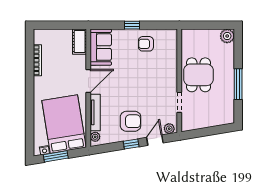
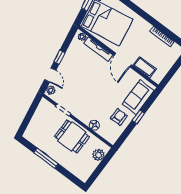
plant: (227, 36) -> (98, 155), moved
cot: (80, 42) -> (145, 67), moved
sofa: (101, 47) -> (138, 97), moved, turned 90
floor lamp: (171, 62) -> (94, 125), added
armchair: (131, 121) -> (75, 68), removed

